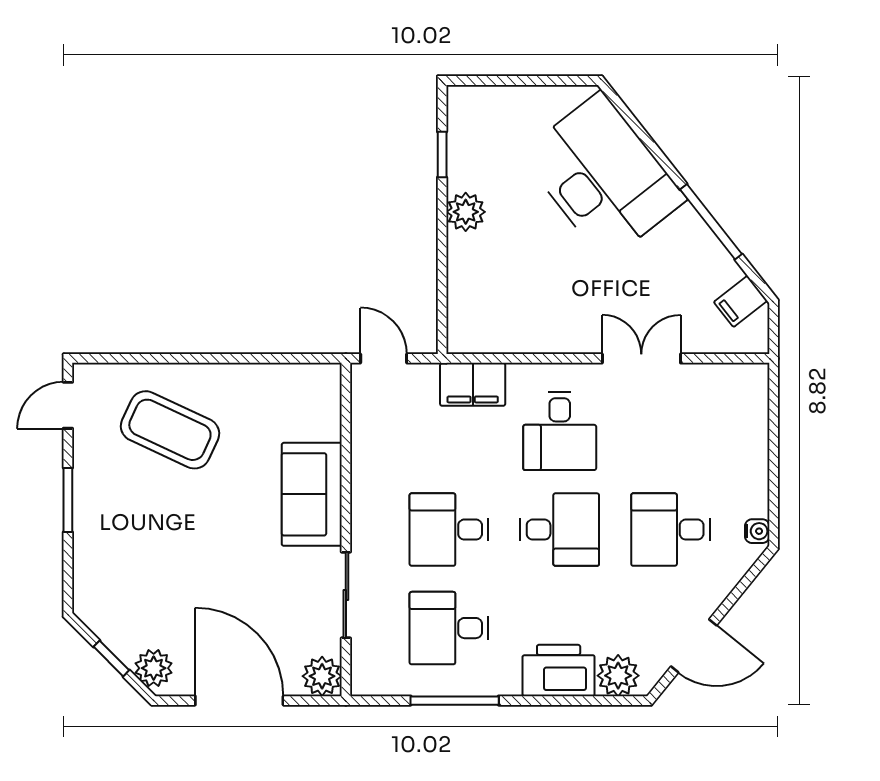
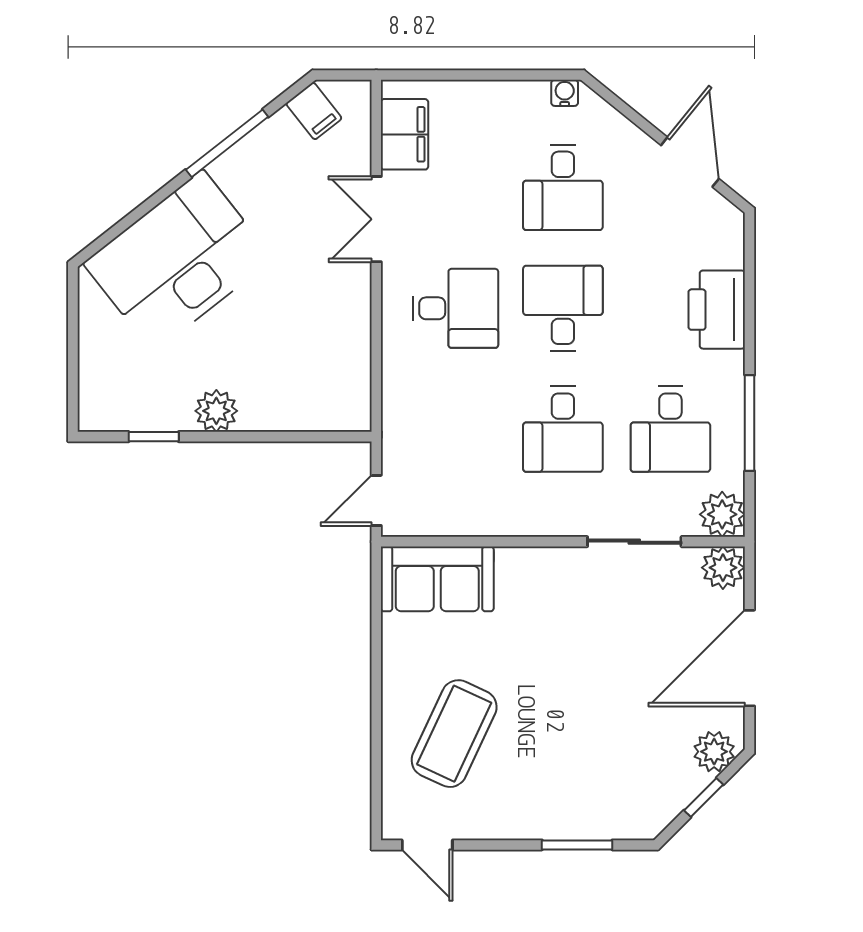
filing cabinet: (473, 384) -> (404, 134), moved
sofa: (312, 494) -> (437, 579), moved
window: (68, 500) -> (577, 845), moved
plant: (618, 676) -> (722, 514), moved

